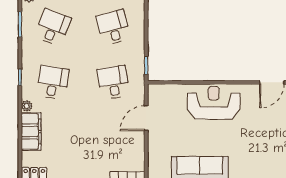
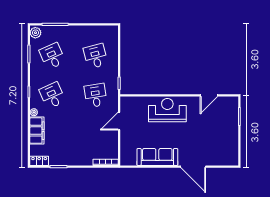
desk: (53, 27) -> (52, 56), turned -45
desk: (53, 82) -> (52, 95), turned -33

